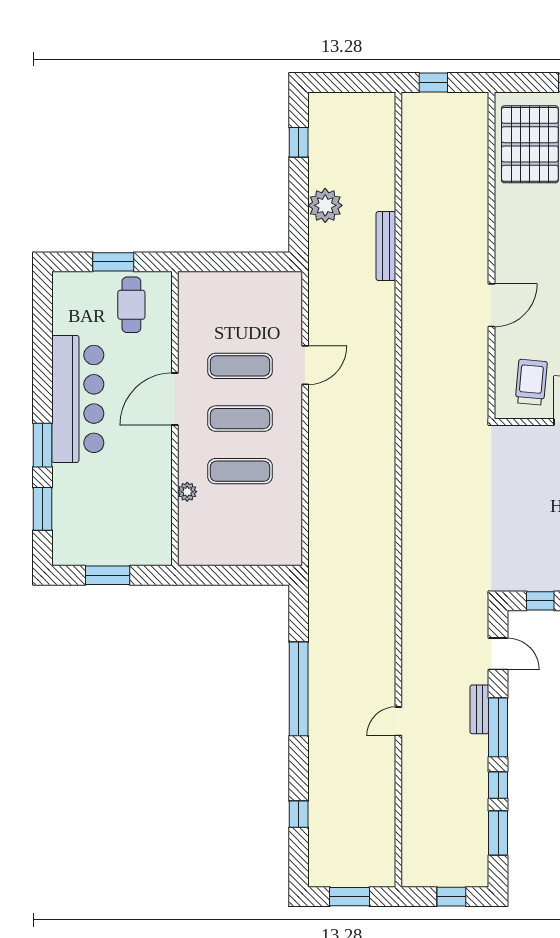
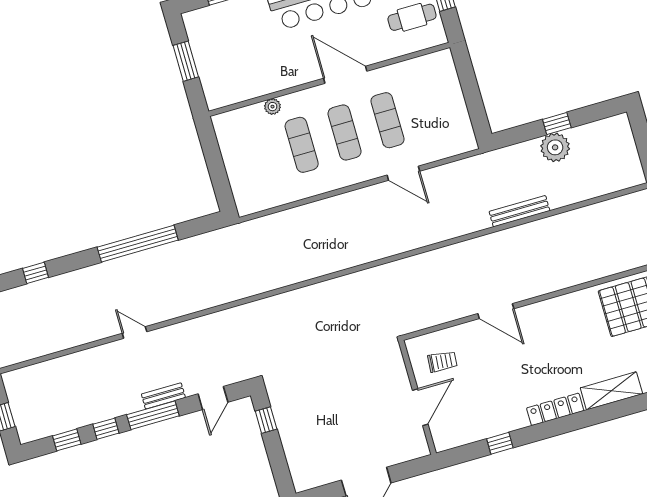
window: (299, 142) -> (557, 123), moved
plant: (325, 205) -> (555, 147), moved
trolley: (531, 382) -> (442, 362), width x0.73, depth x0.72
window: (498, 833) -> (67, 440), width x0.67

